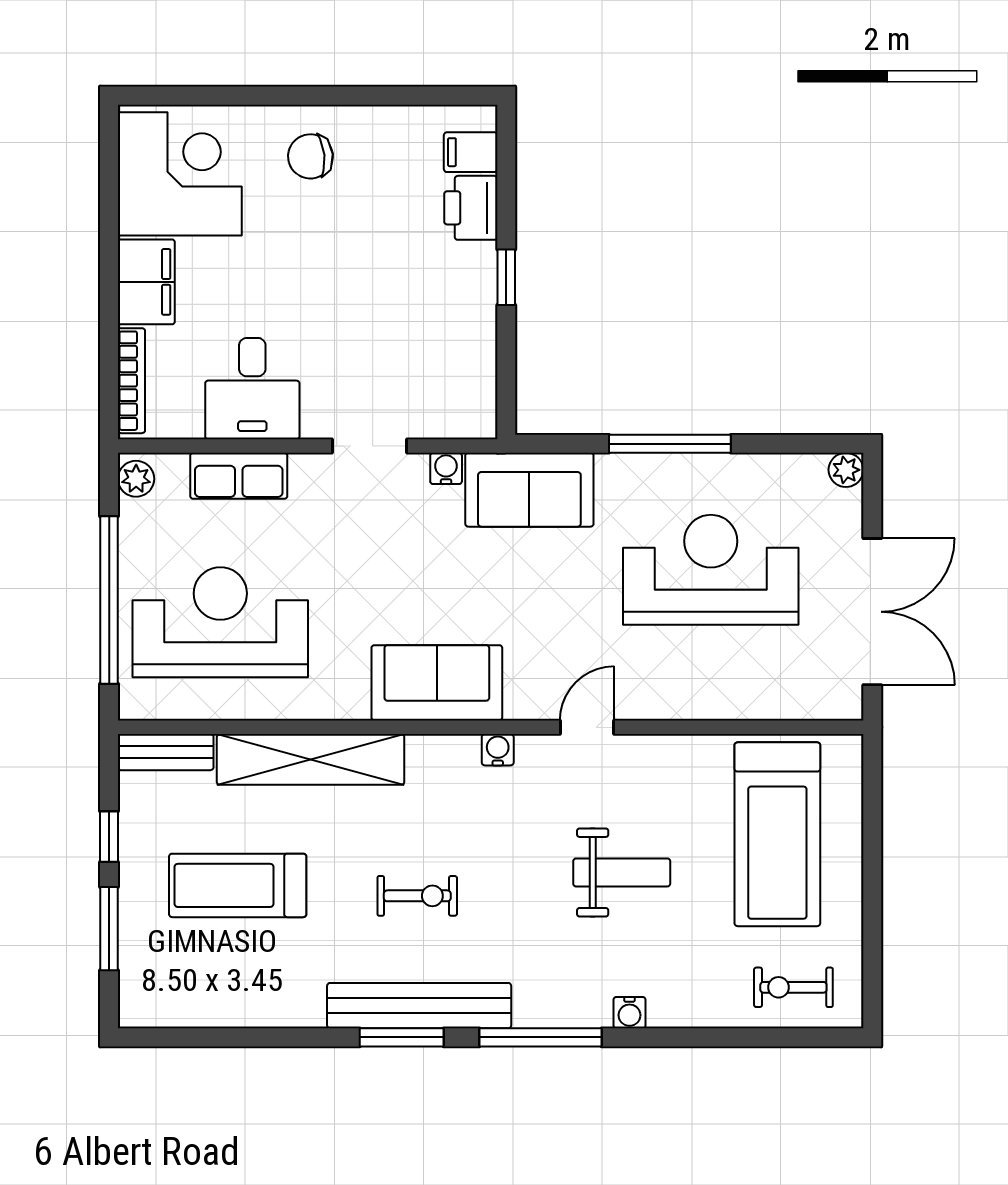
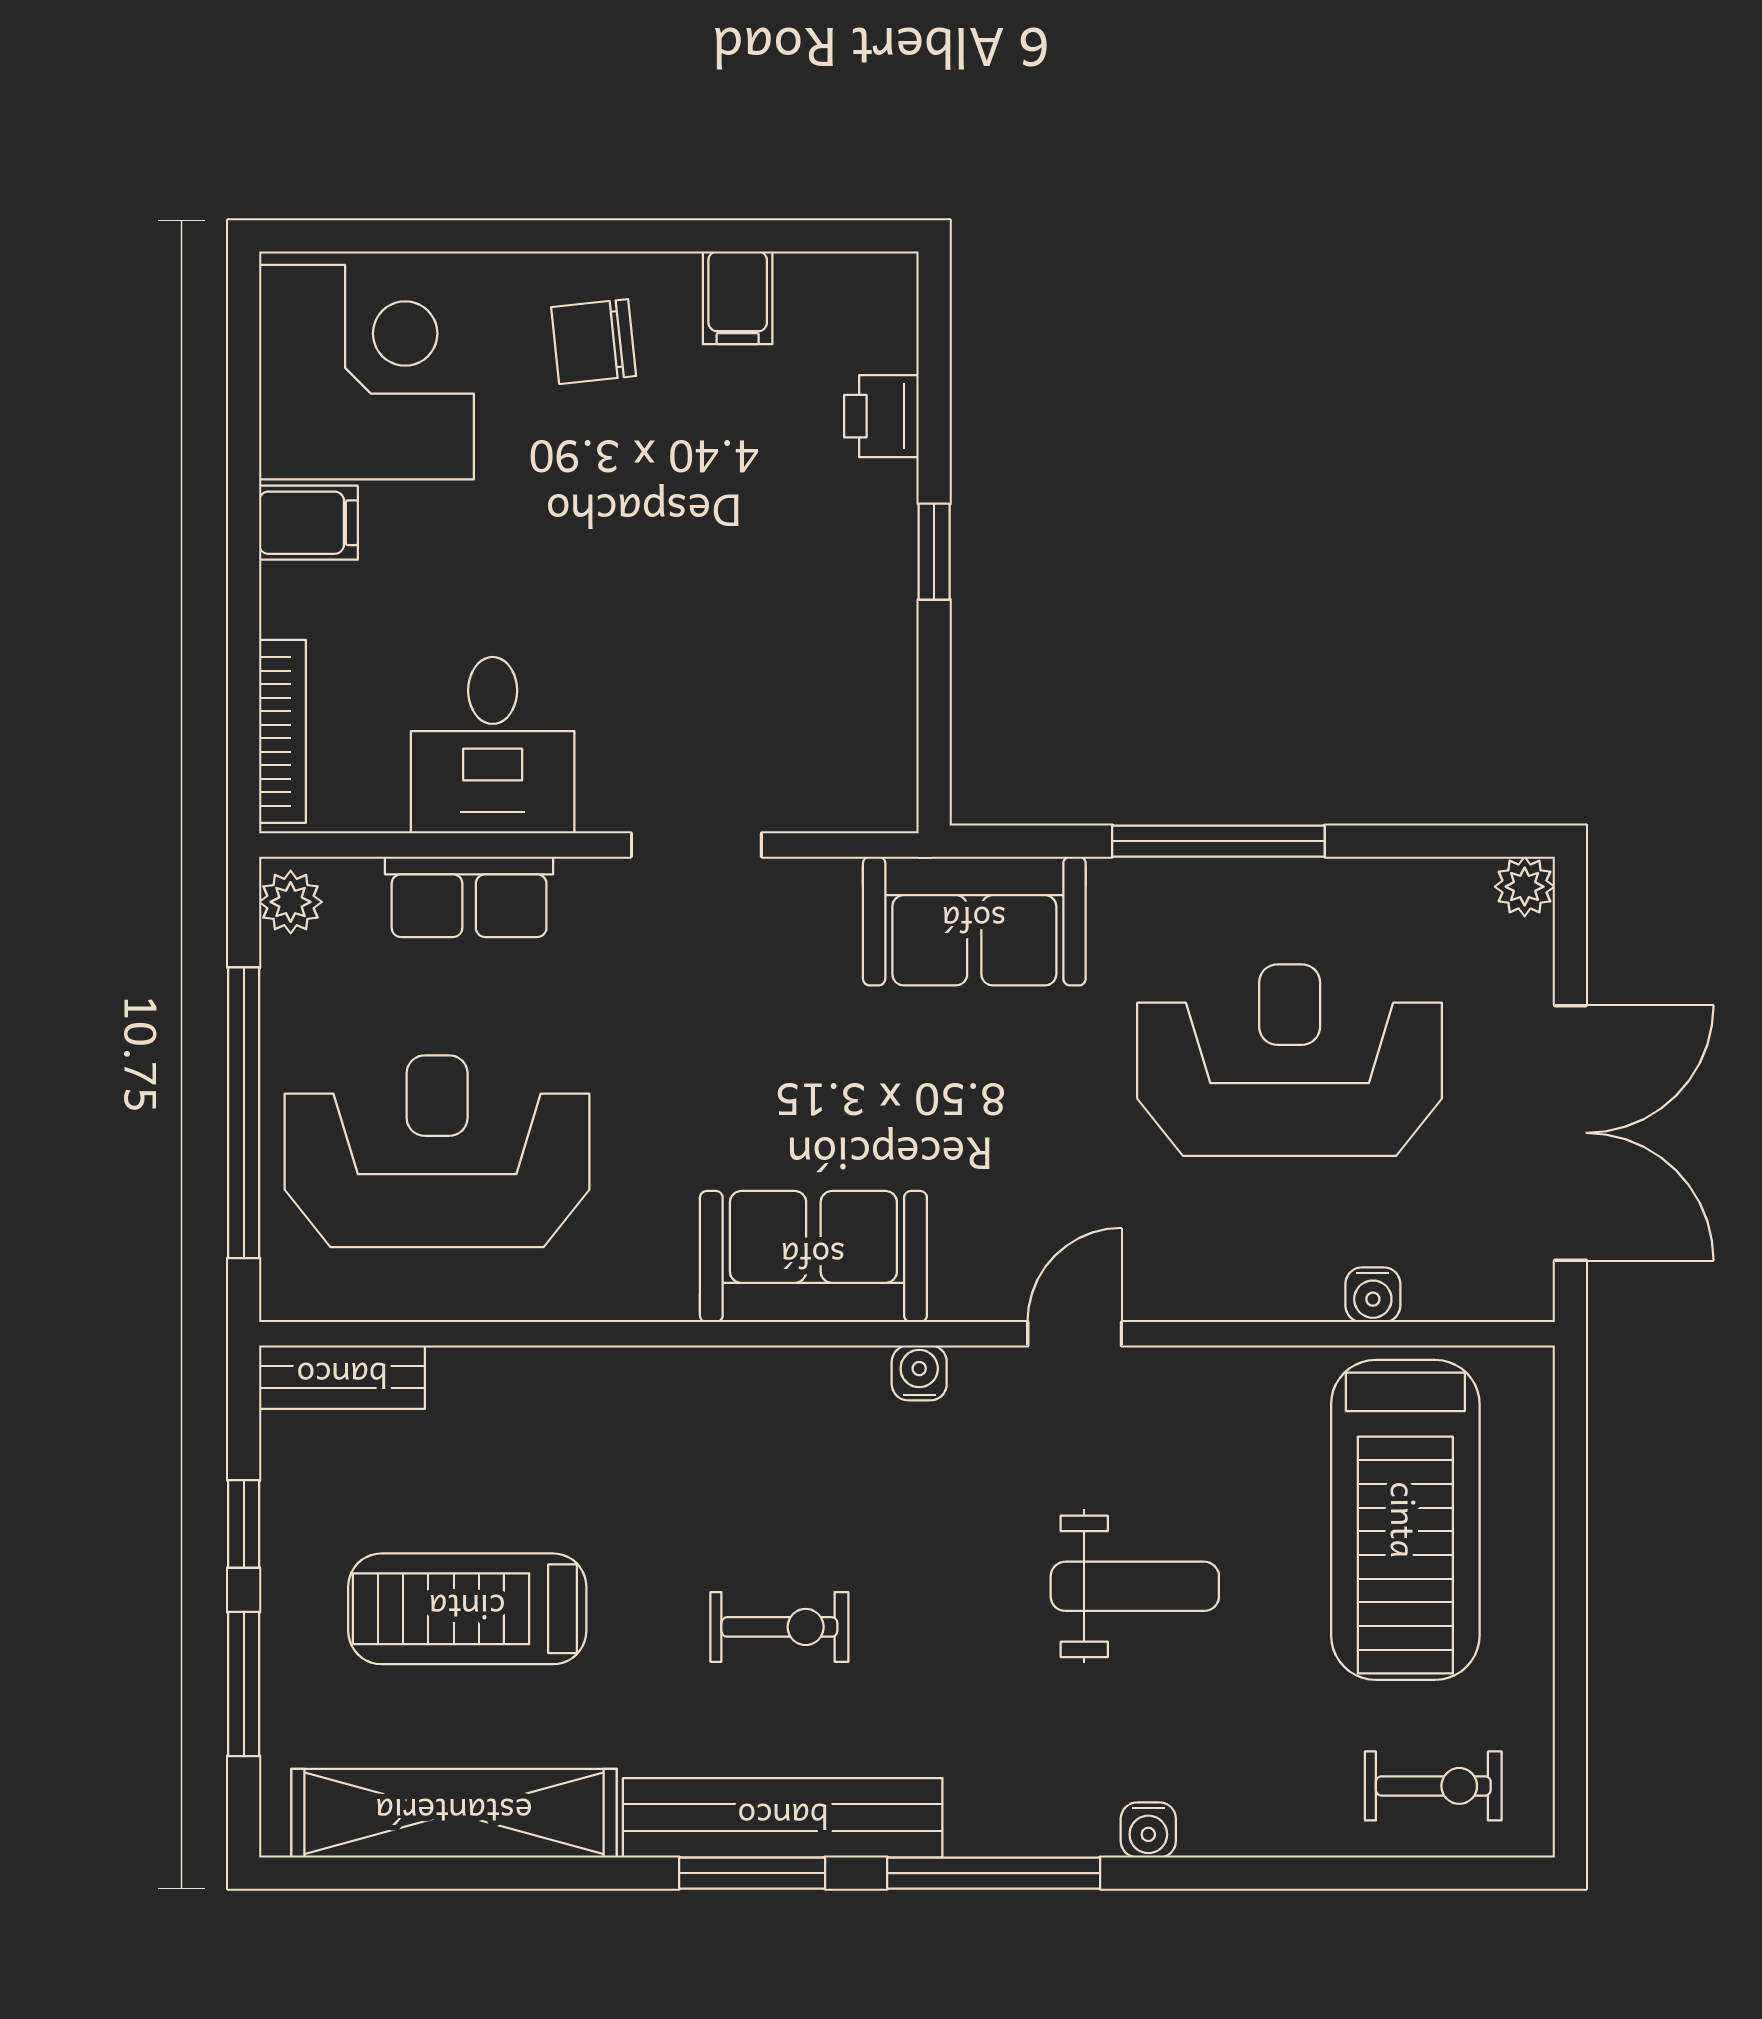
filing cabinet: (471, 152) -> (738, 298), moved, turned -90
printer: (471, 208) -> (881, 416), width x0.73, depth x0.81
filing cabinet: (146, 282) -> (308, 523), width x0.50
water cooler: (446, 468) -> (1373, 1295), moved, turned 180
shelving: (311, 759) -> (454, 1813), moved
exercise bike: (793, 987) -> (1433, 1786), turned 180

